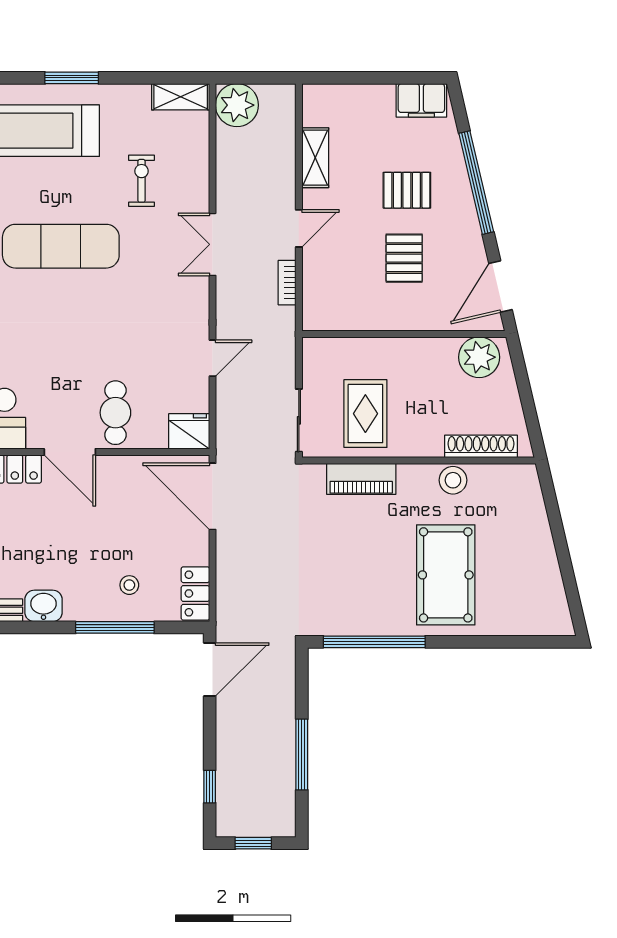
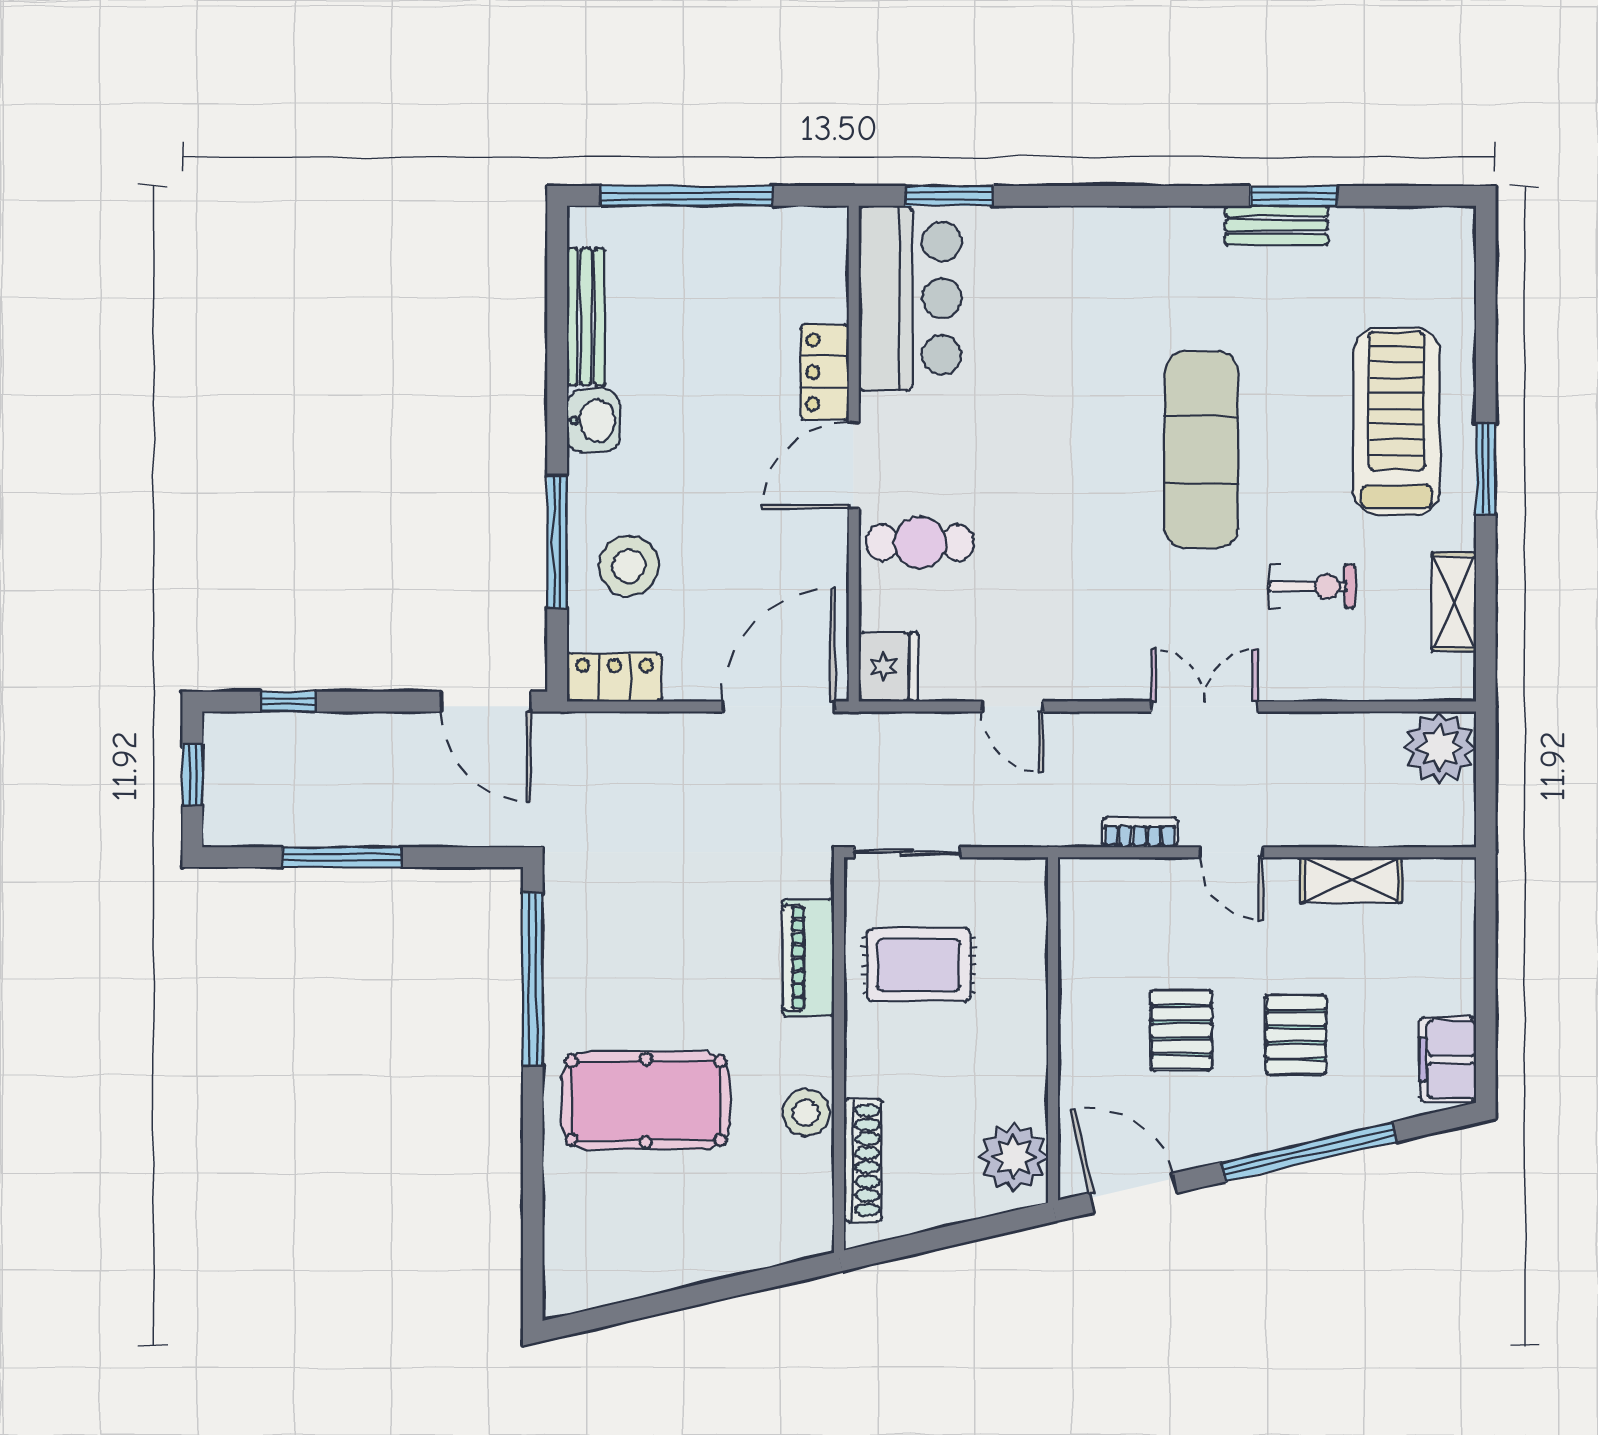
shelving: (181, 97) -> (1454, 602), moved
pallet: (404, 258) -> (1181, 1030), turned 90
stool: (129, 585) -> (629, 566), width x1.89, depth x1.89

